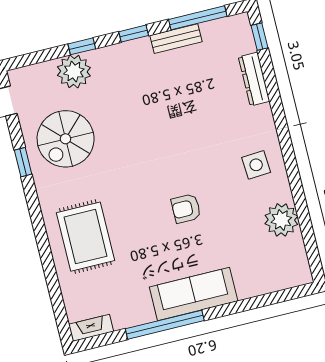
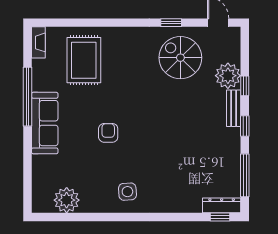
bench: (176, 39) -> (234, 108), moved
dresser: (254, 79) -> (222, 205), moved
plant: (281, 220) -> (67, 200), moved
rug: (85, 237) -> (84, 60), moved, turned 90

